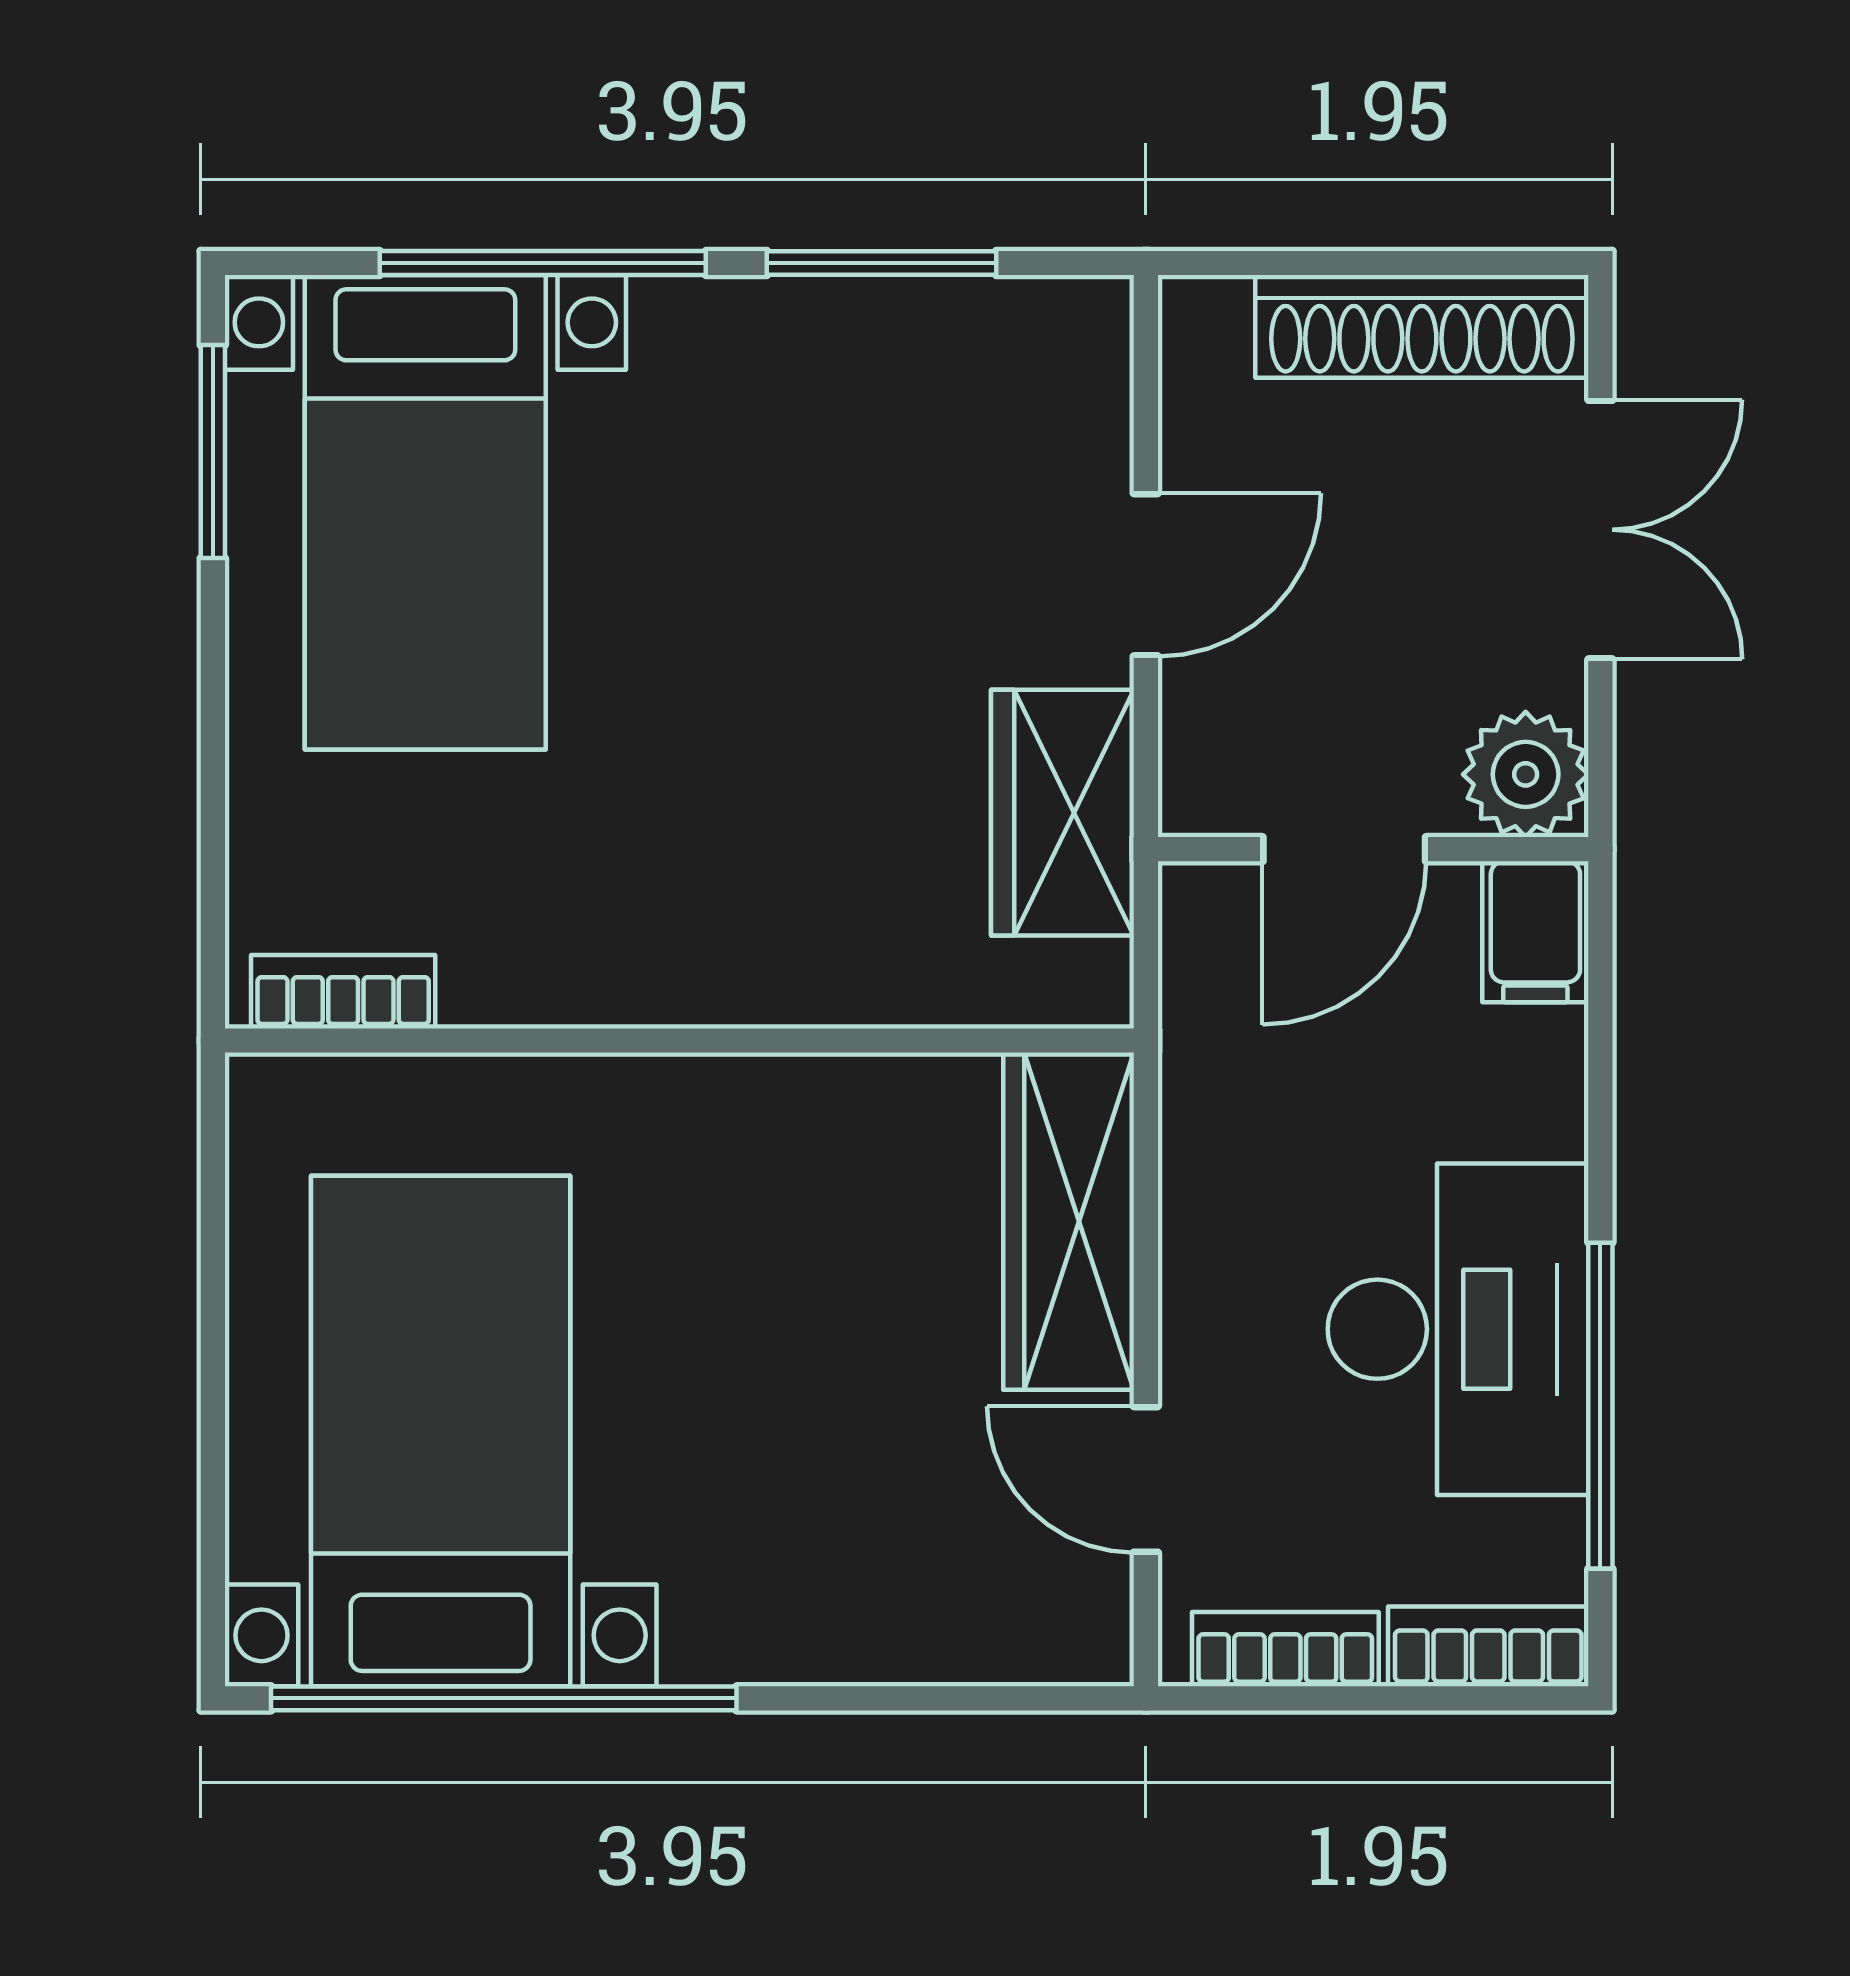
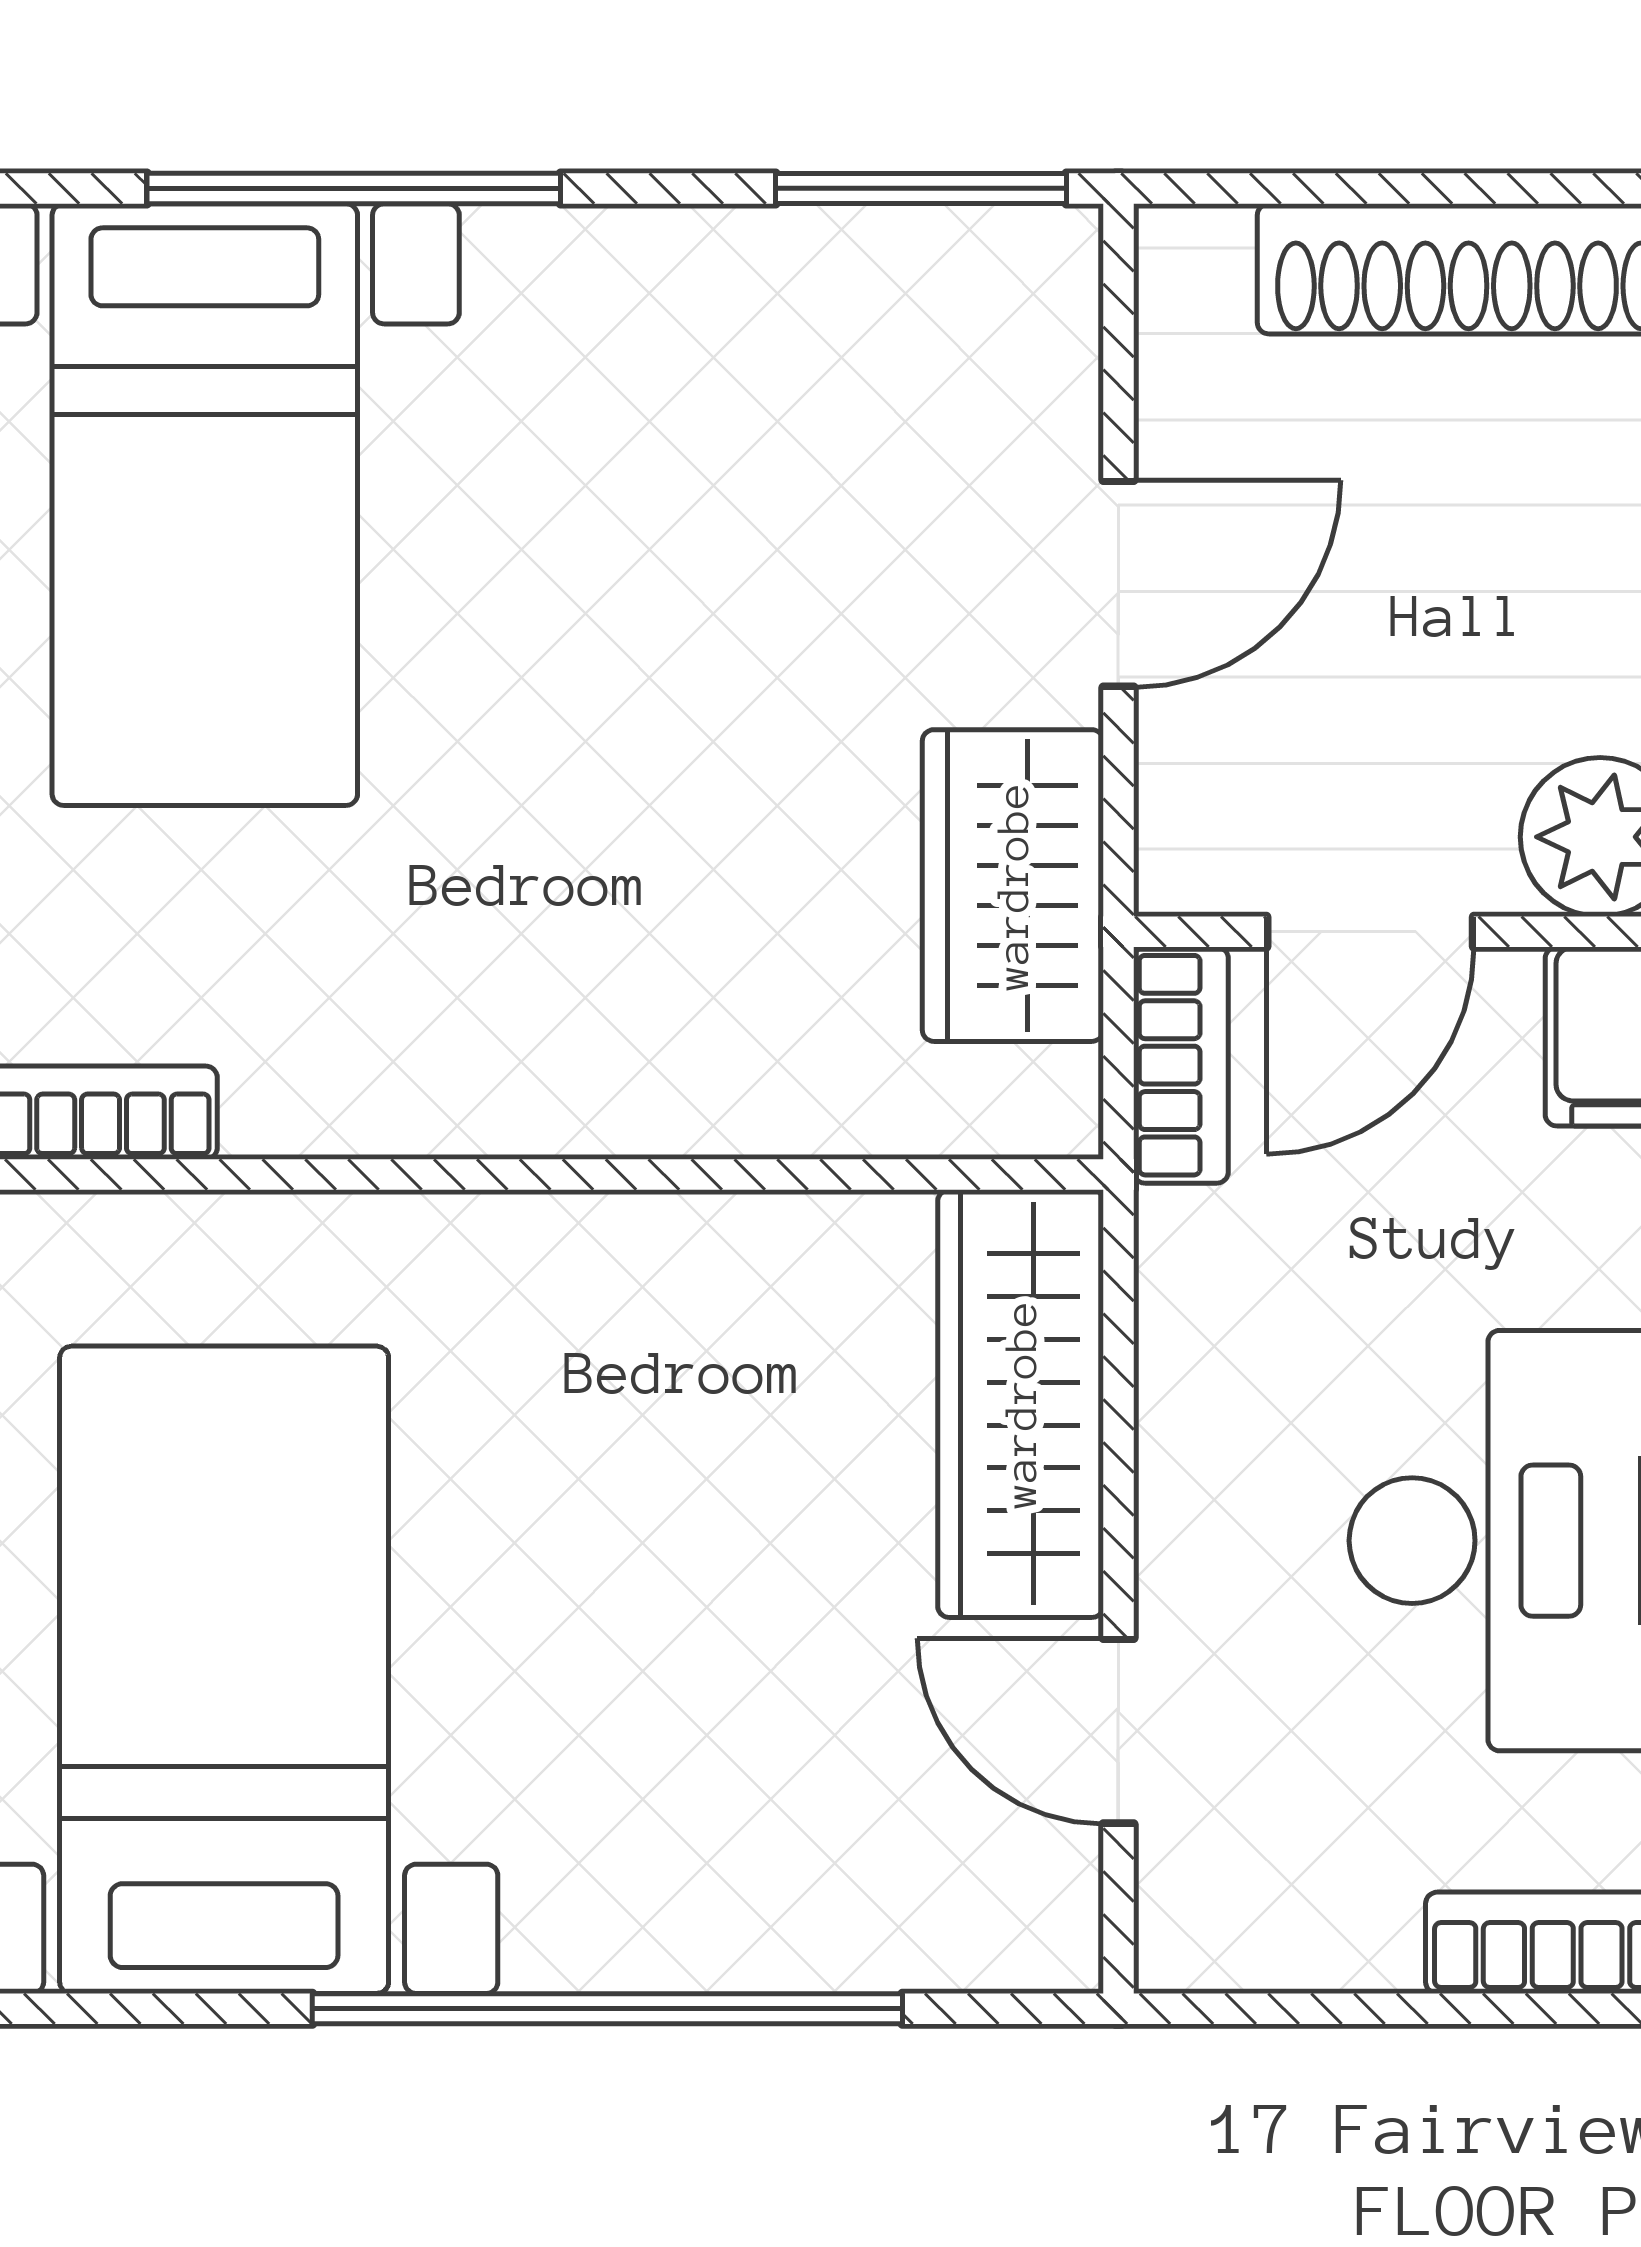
window: (881, 263) -> (921, 188), moved
bookcase: (1285, 1649) -> (1181, 1065), moved, turned 90
window: (504, 1698) -> (607, 2009), moved

